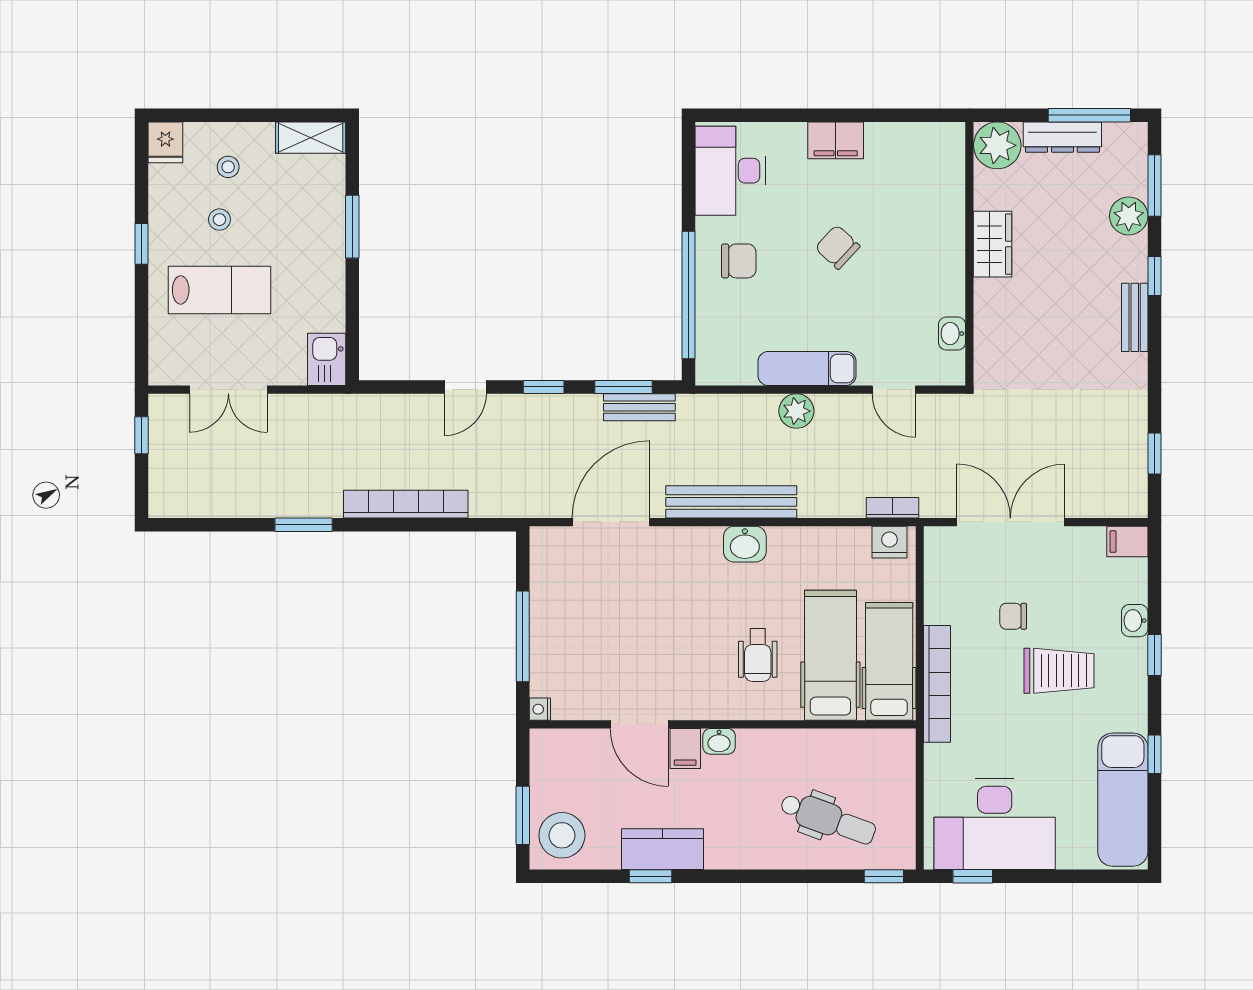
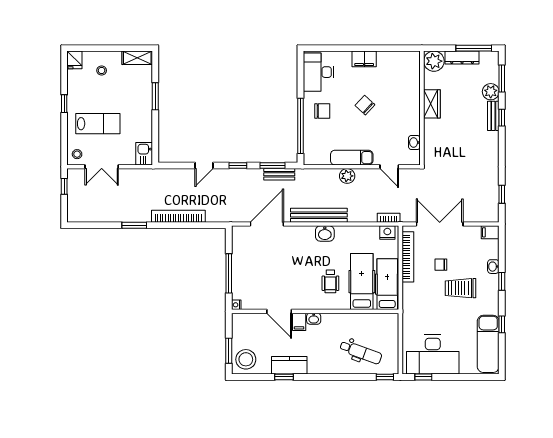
stool: (219, 220) -> (77, 154), moved
bench: (1135, 317) -> (493, 116), moved
trolley: (1059, 671) -> (461, 288), turned 180
bookcase: (937, 684) -> (408, 257), moved

